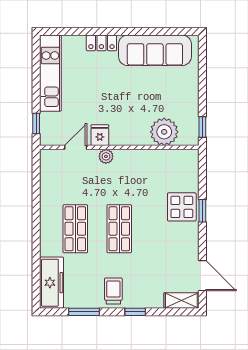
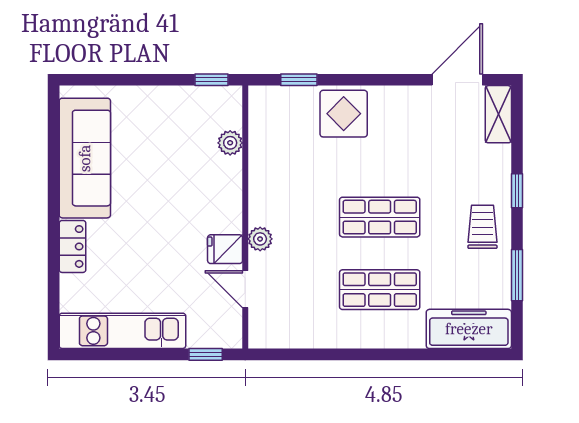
plant: (164, 132) -> (230, 143), width x0.53, depth x0.53
window: (202, 211) -> (299, 80), moved
trolley: (113, 291) -> (482, 227), turned 90

